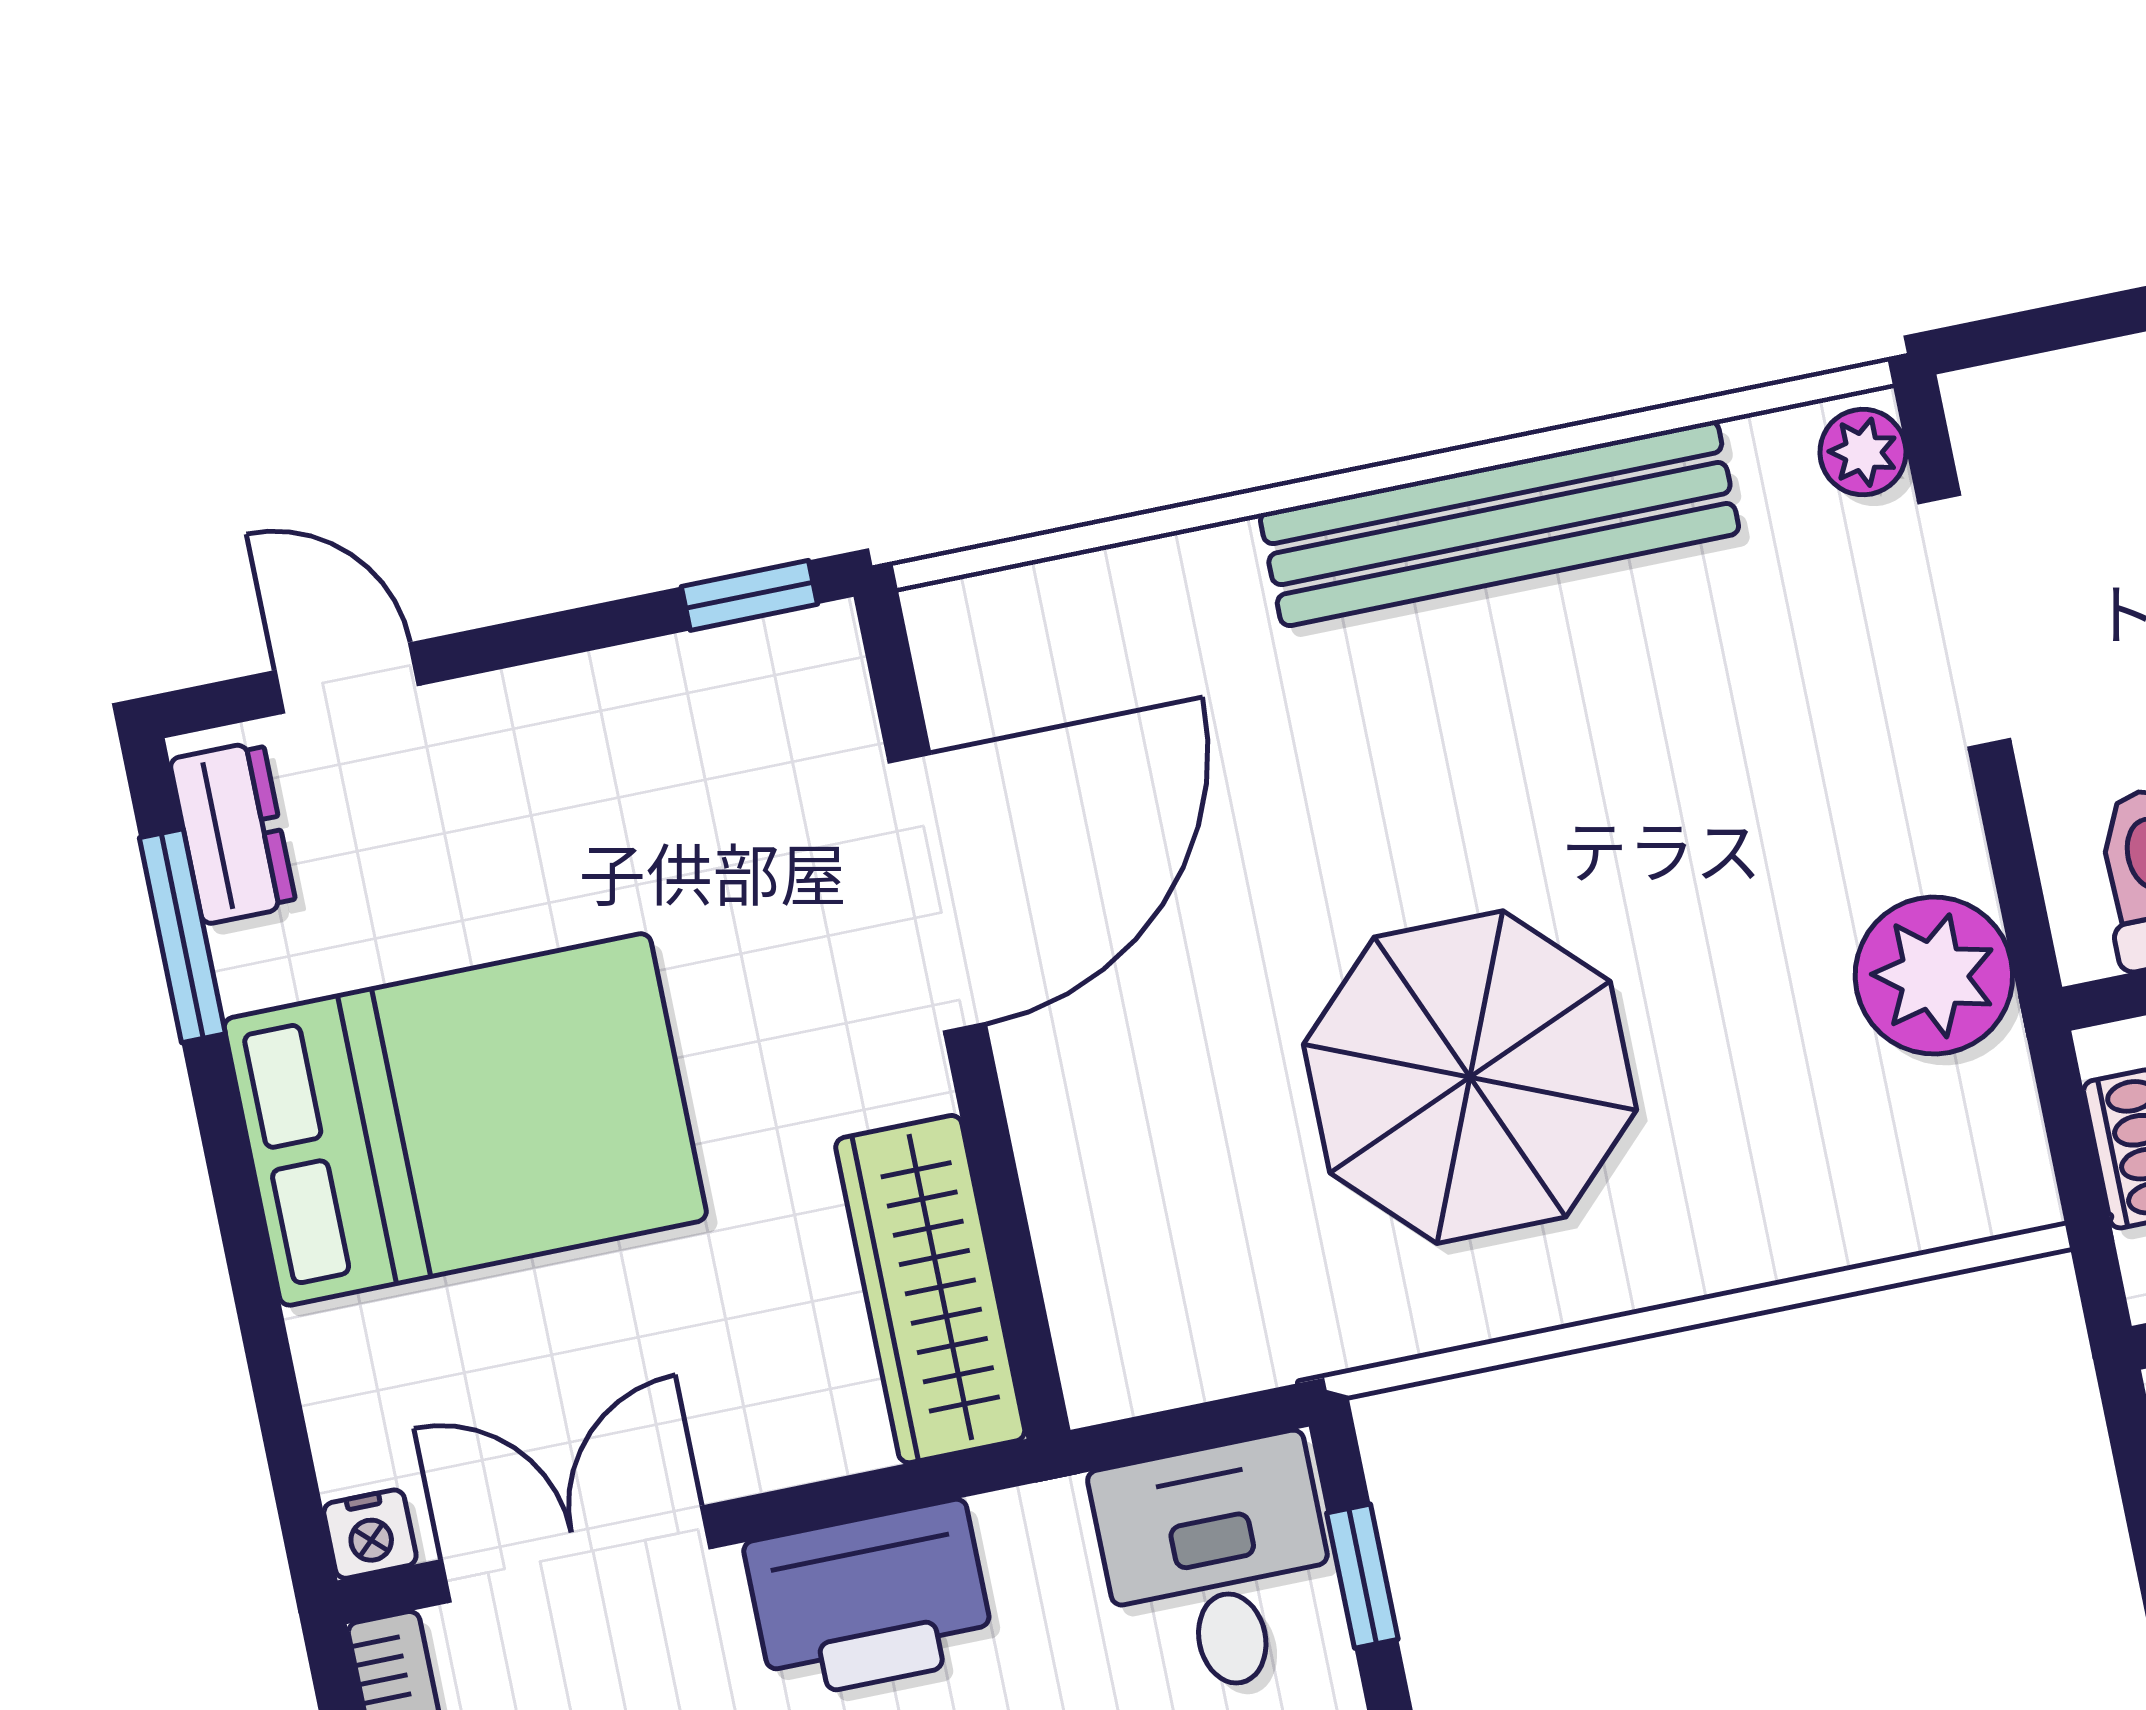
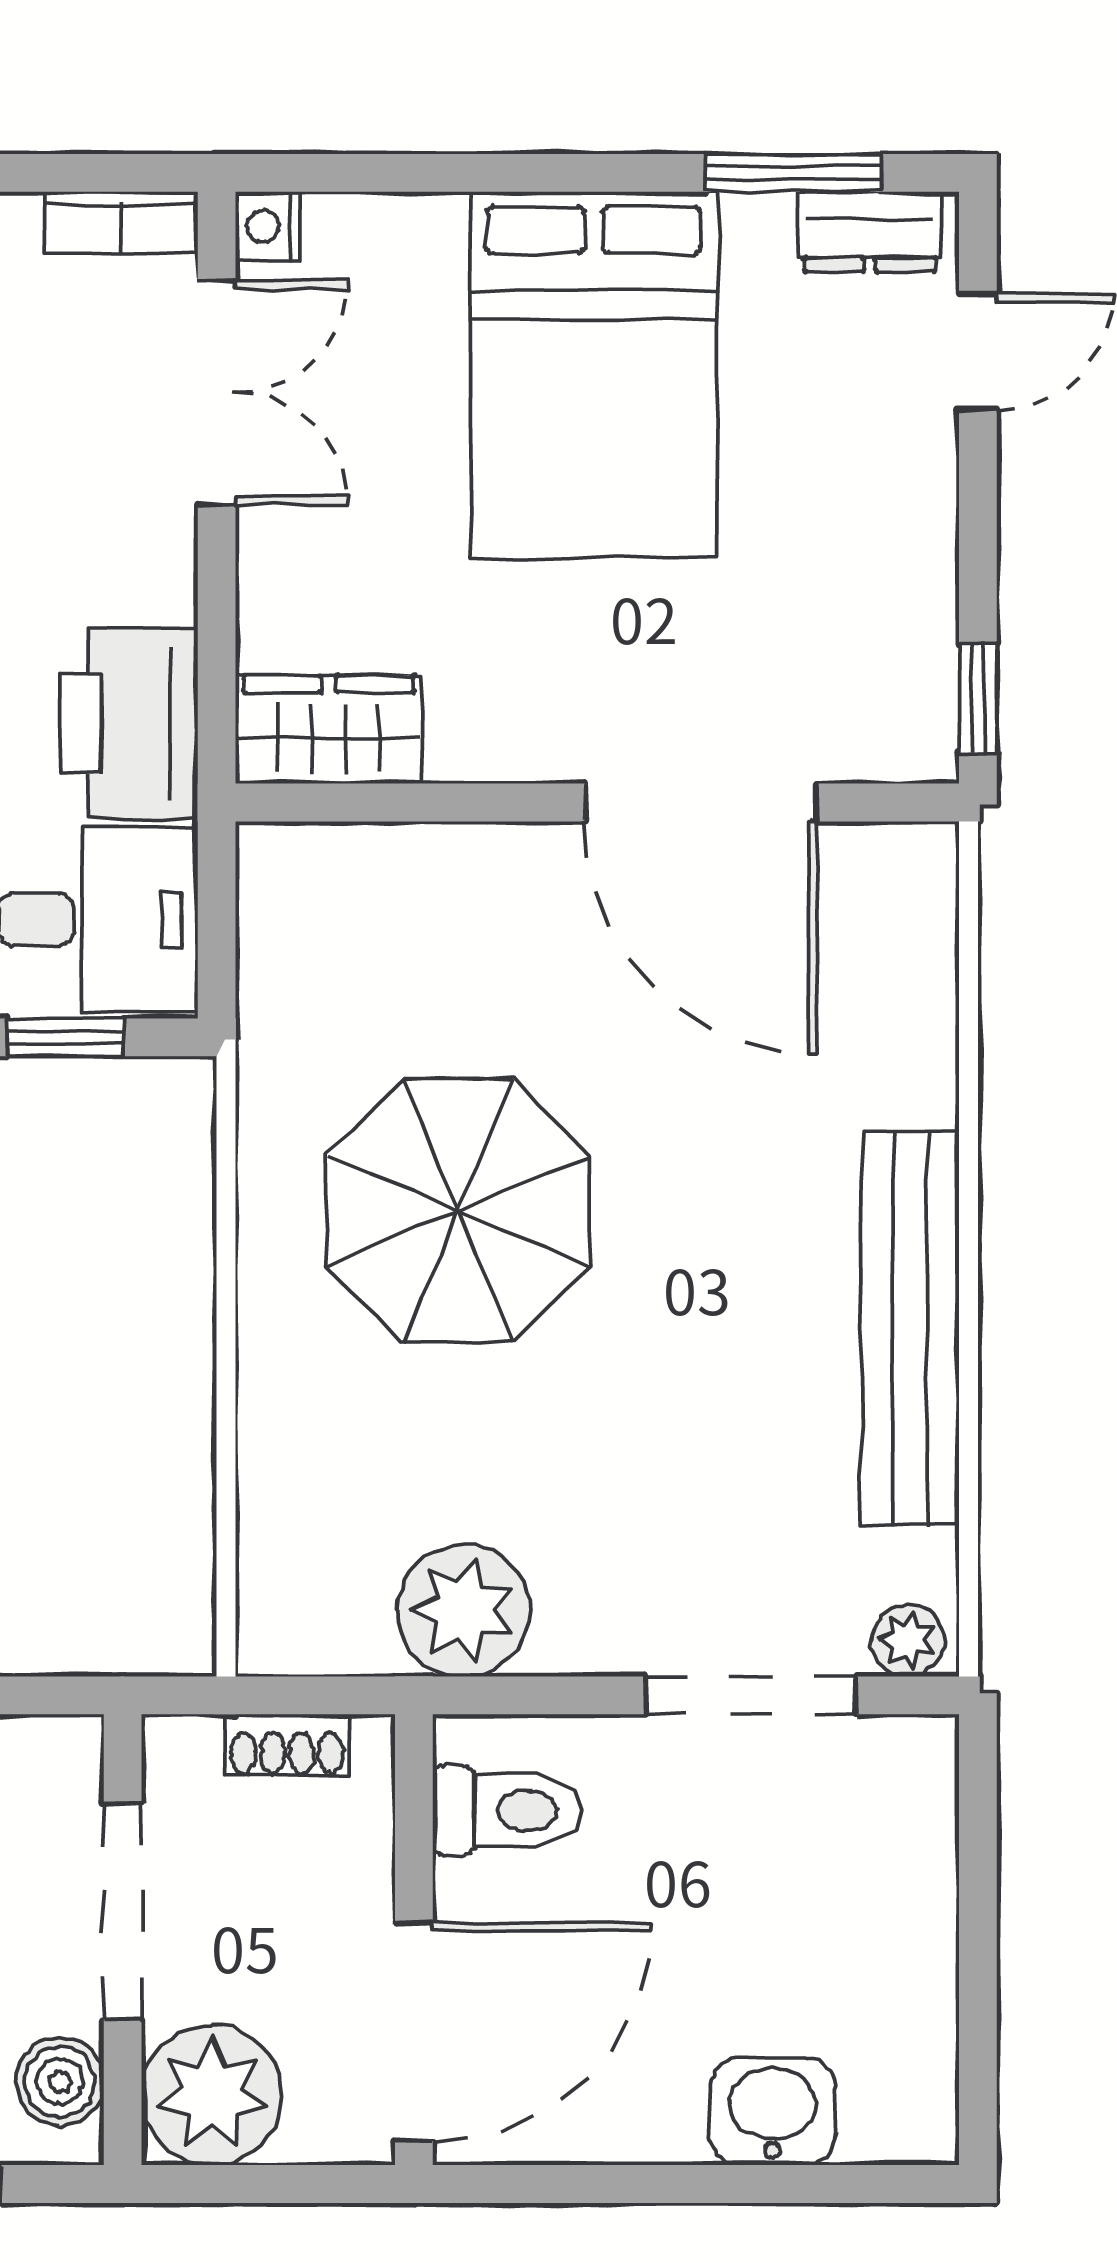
wardrobe: (930, 1289) -> (329, 730), width x0.67
printer: (870, 1600) -> (129, 724), moved

